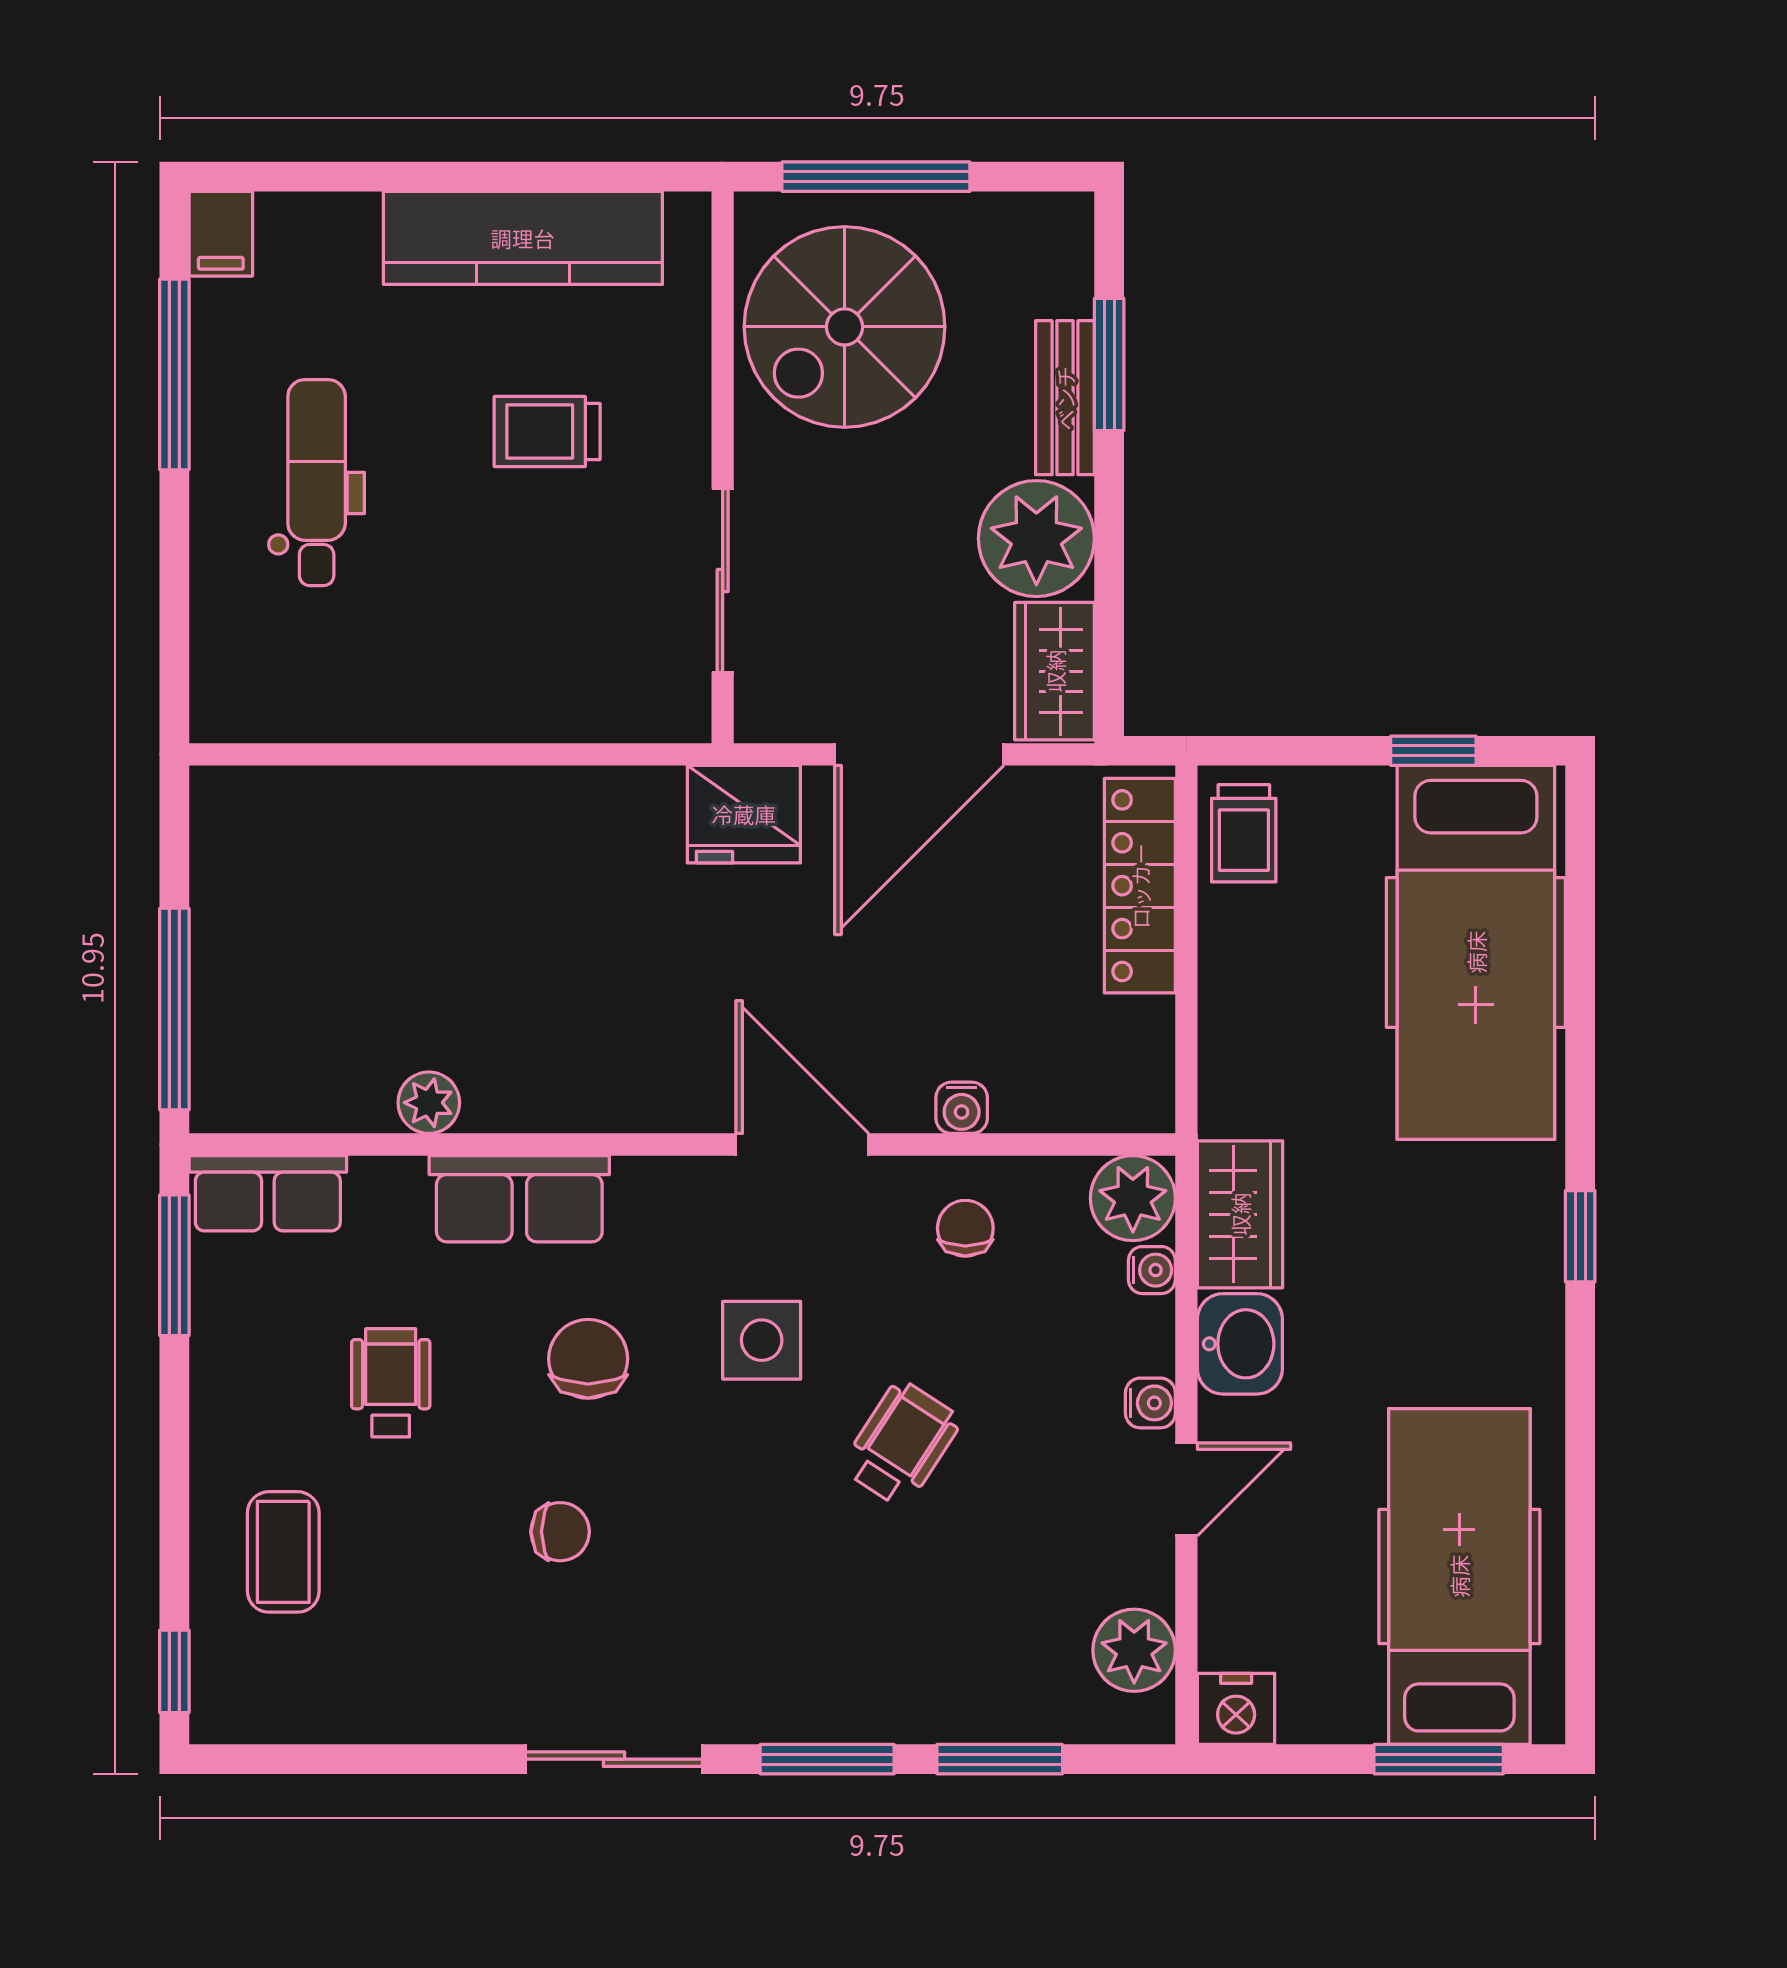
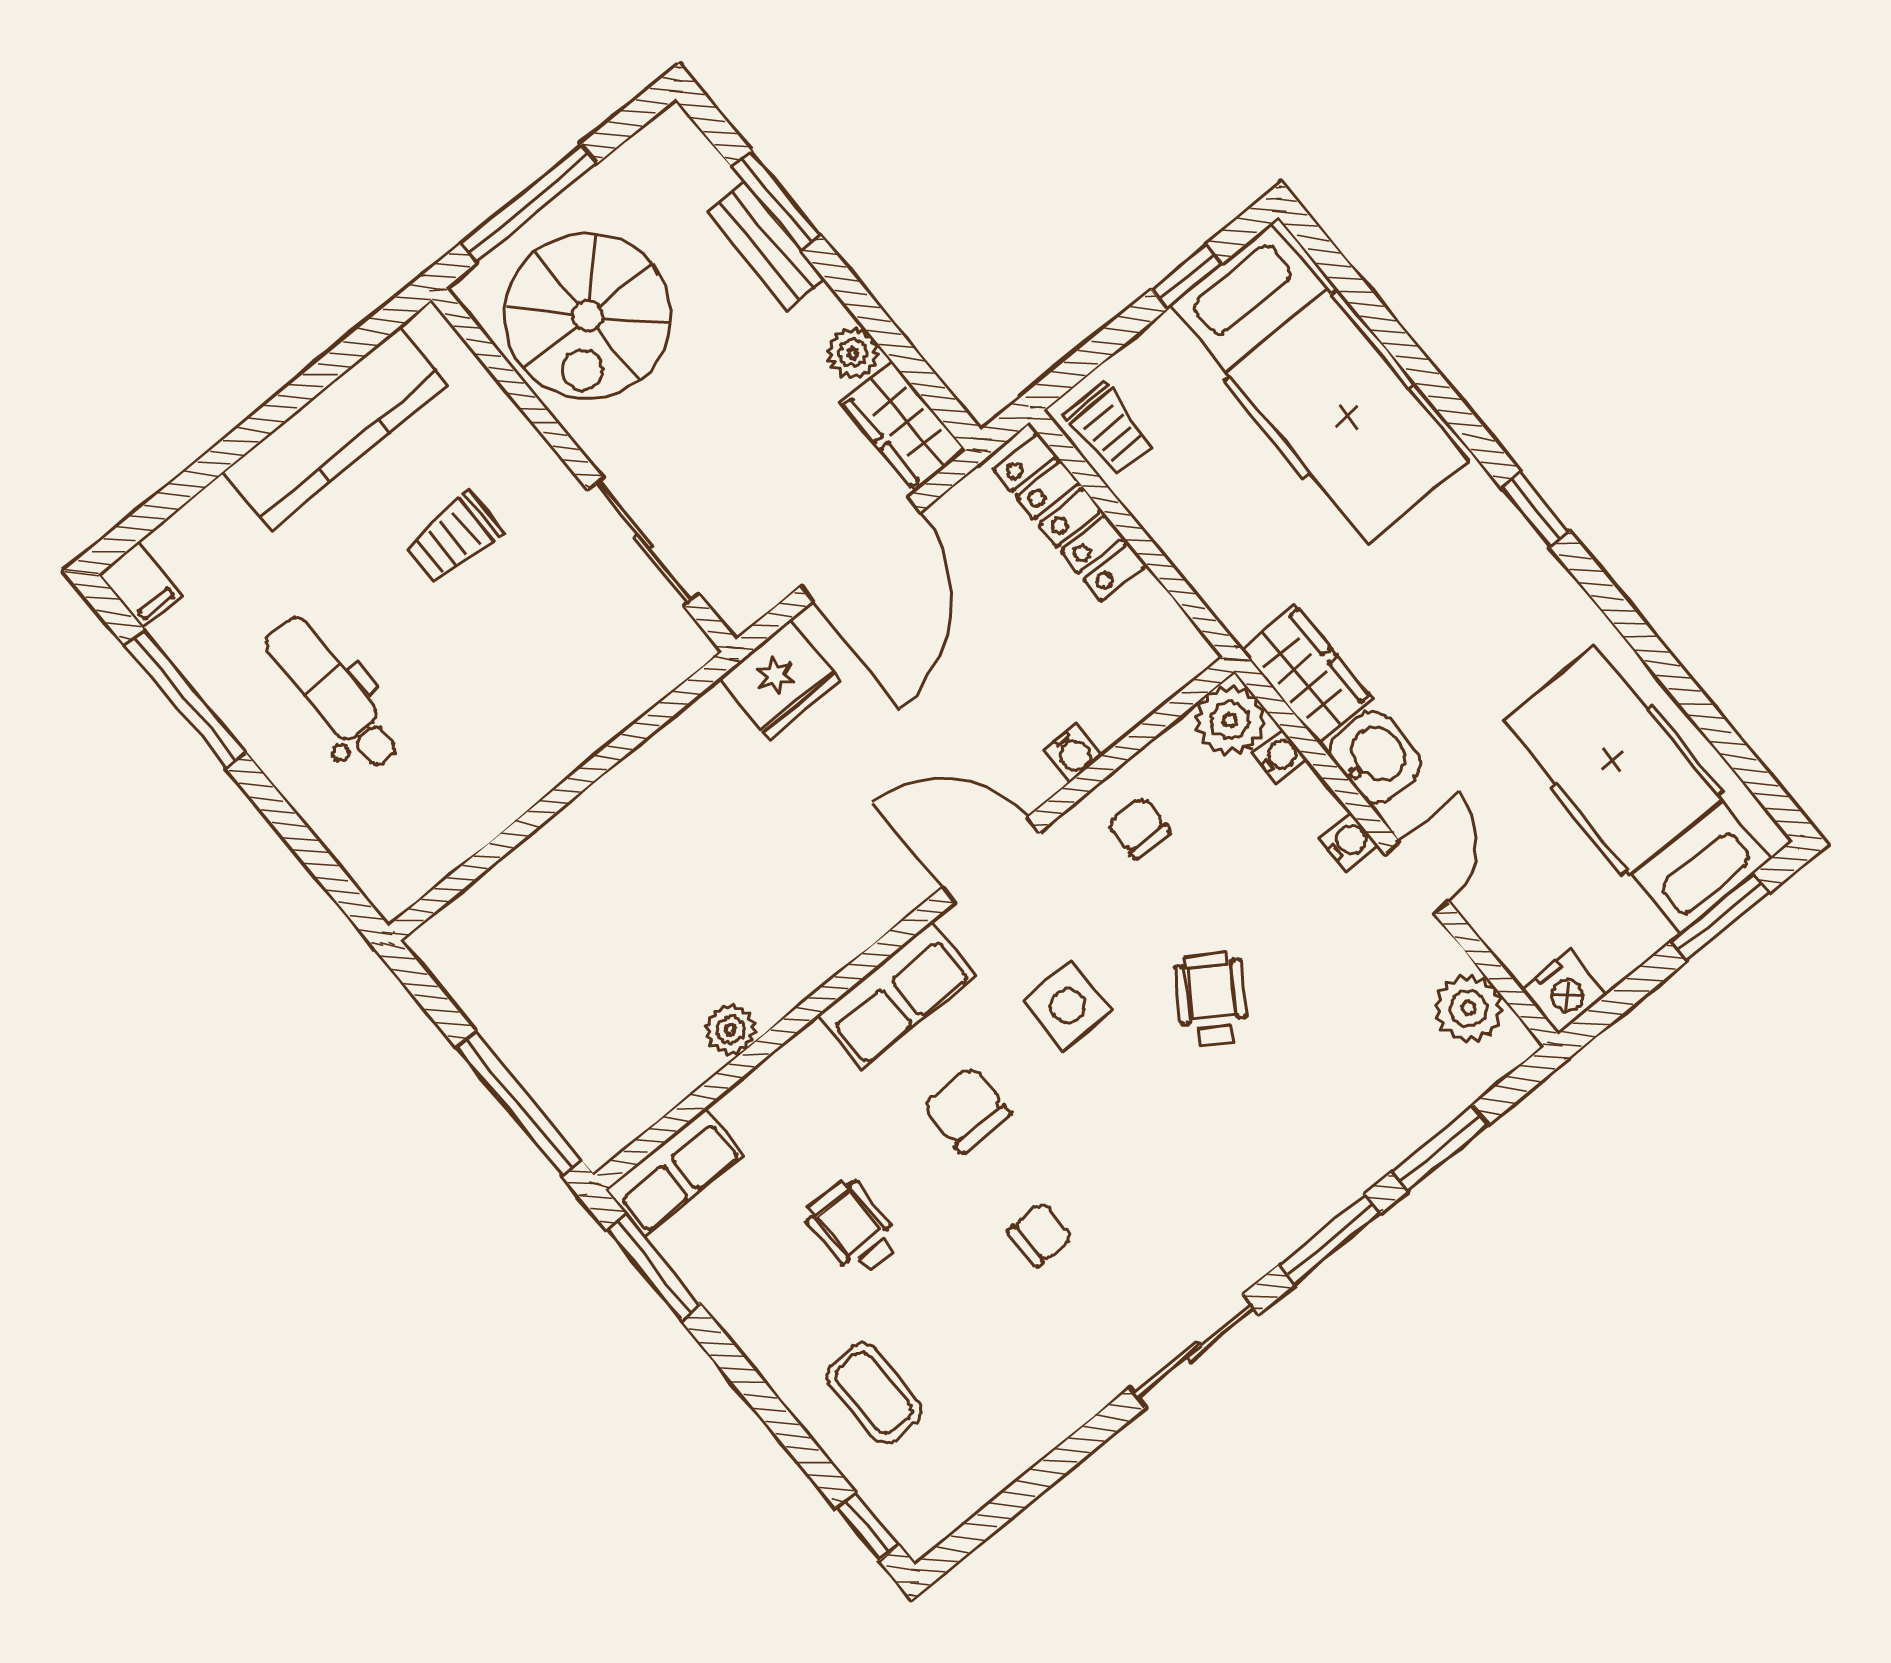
plant: (1036, 539) -> (853, 353), width x0.53, depth x0.53
row of seats: (519, 1199) -> (896, 996), moved

